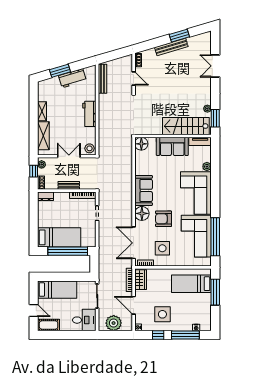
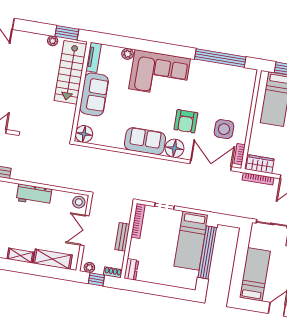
corner sofa: (196, 236) -> (215, 83), removed
bed: (59, 237) -> (191, 241), moved, turned 180
double door: (134, 243) -> (211, 165), swing flipped

